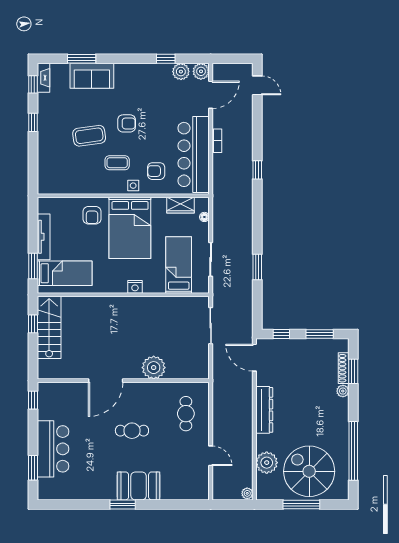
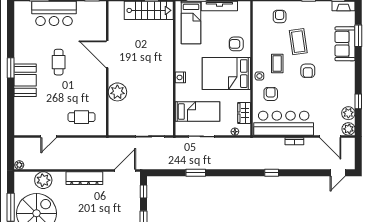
armchair: (57, 160) -> (280, 16), added
cafe table: (132, 431) -> (59, 62), moved

